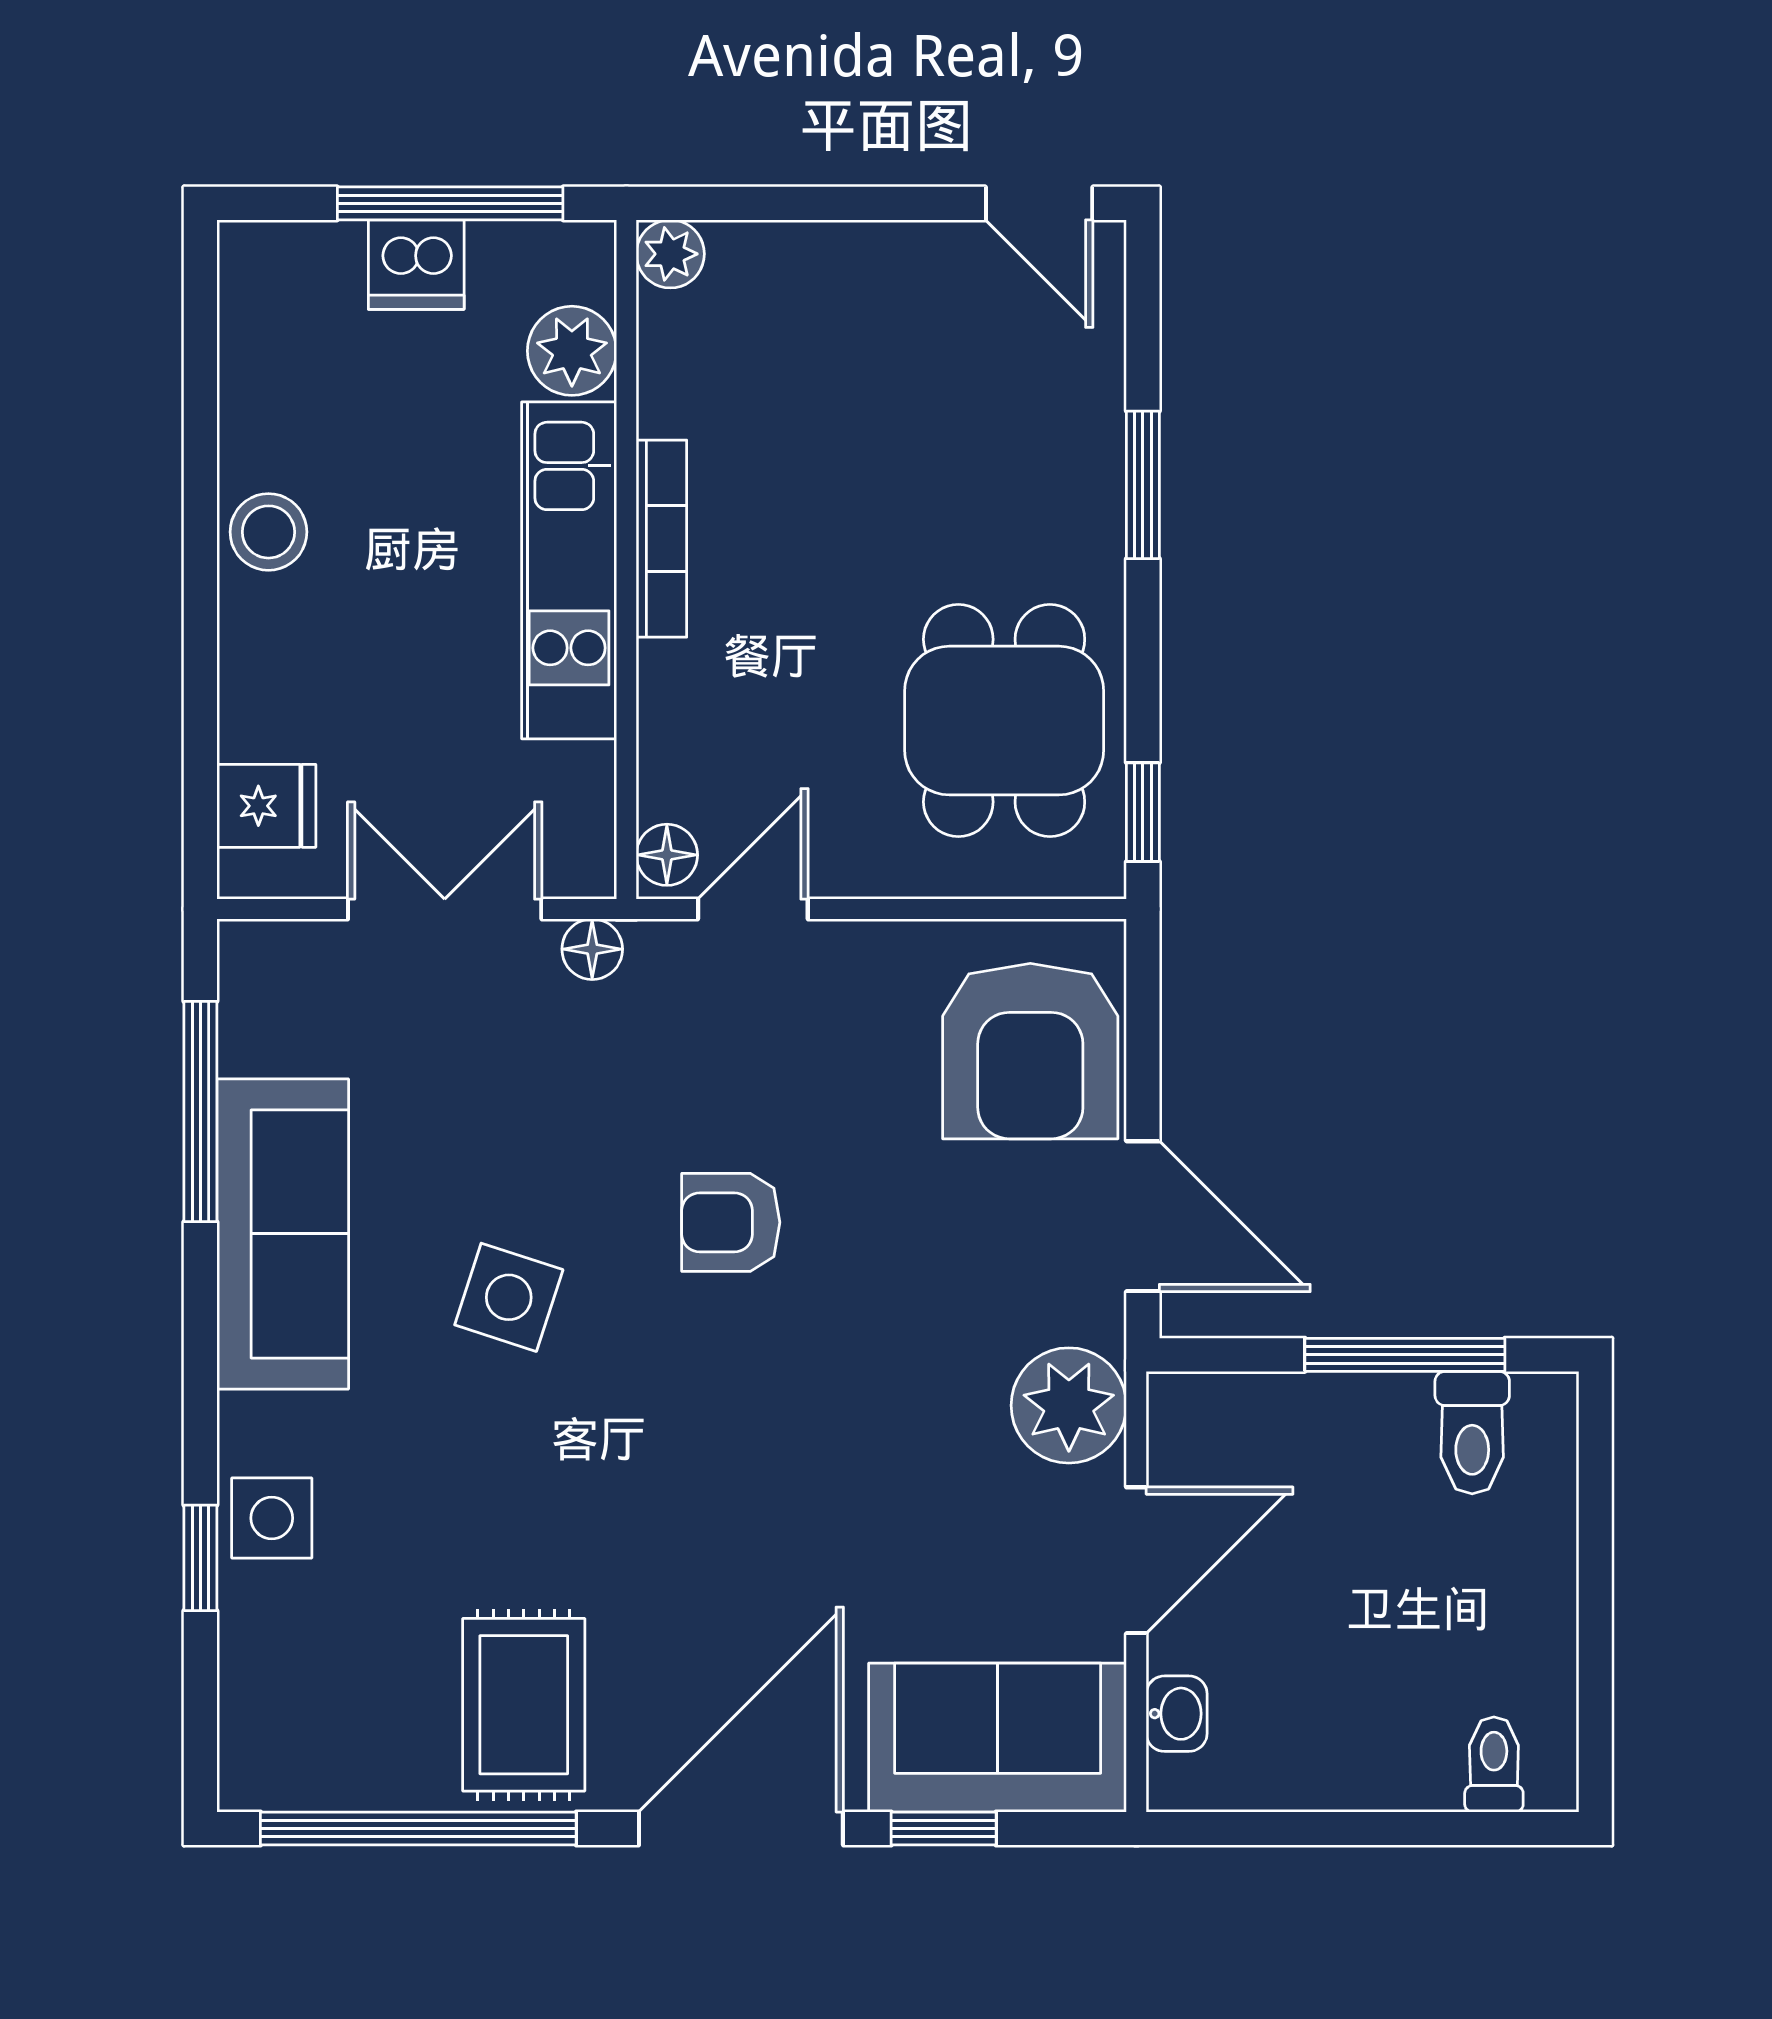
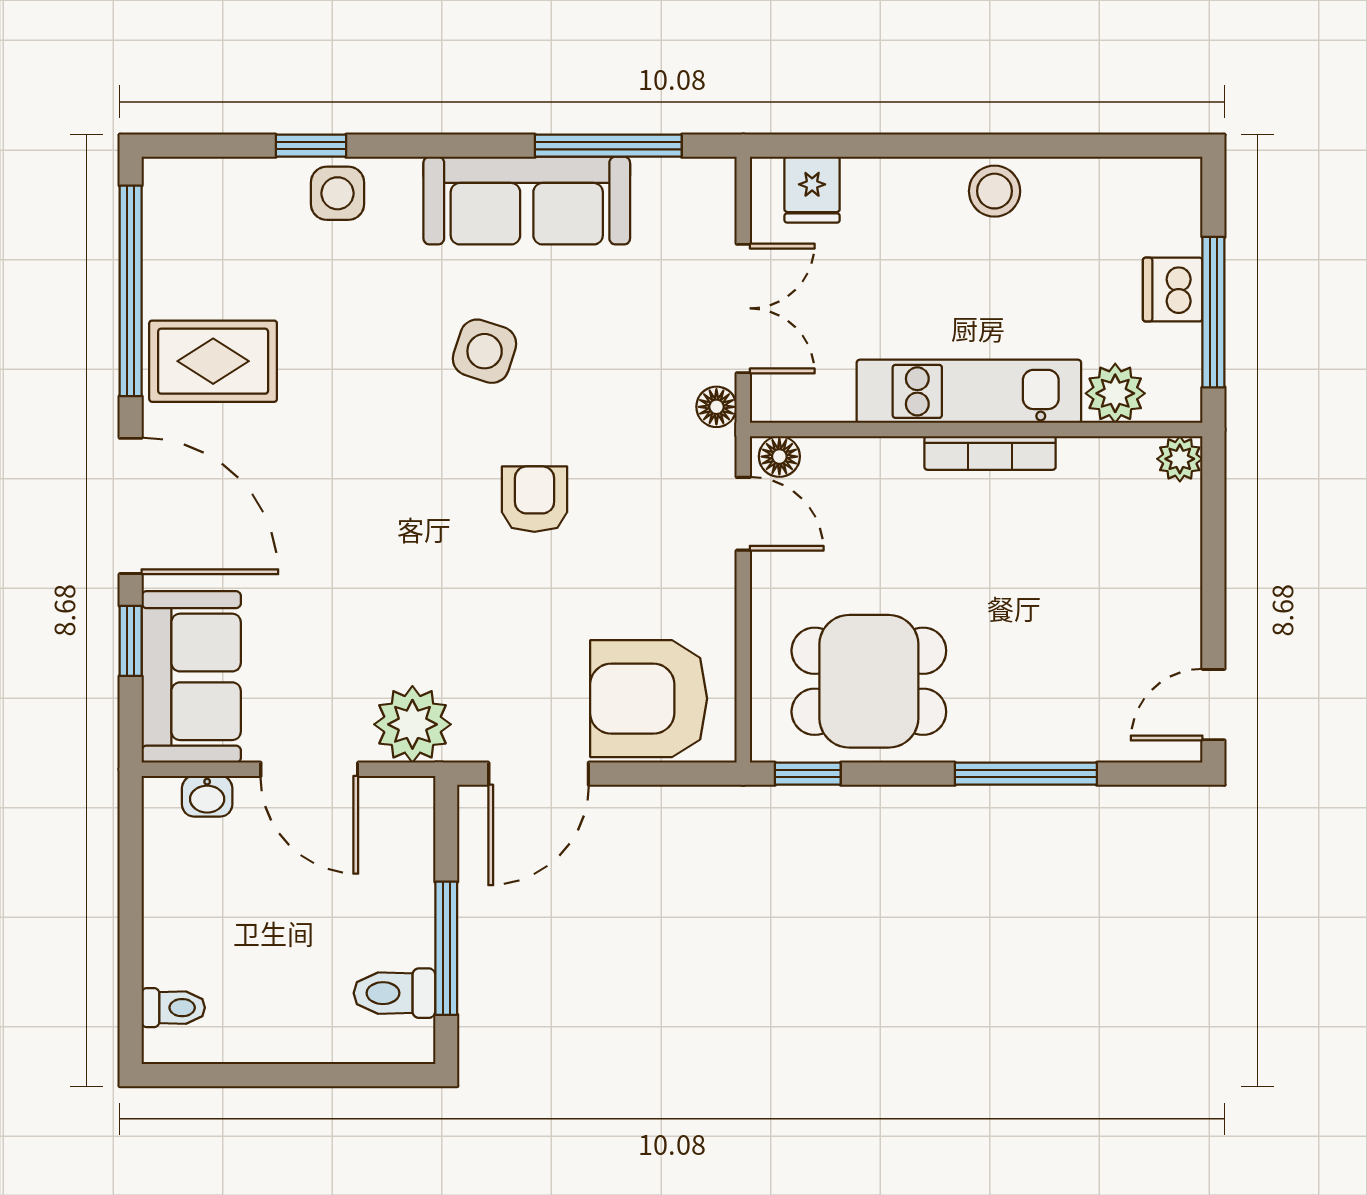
window: (1143, 485) -> (1026, 774), width x1.44

